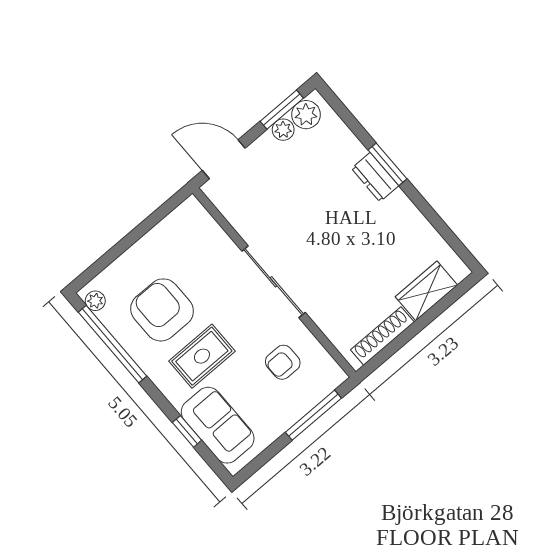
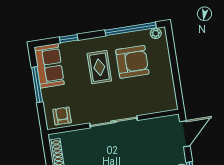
armchair: (283, 362) -> (62, 116), moved
window: (313, 415) -> (37, 85), moved
sofa: (218, 425) -> (49, 66), moved, turned -90

